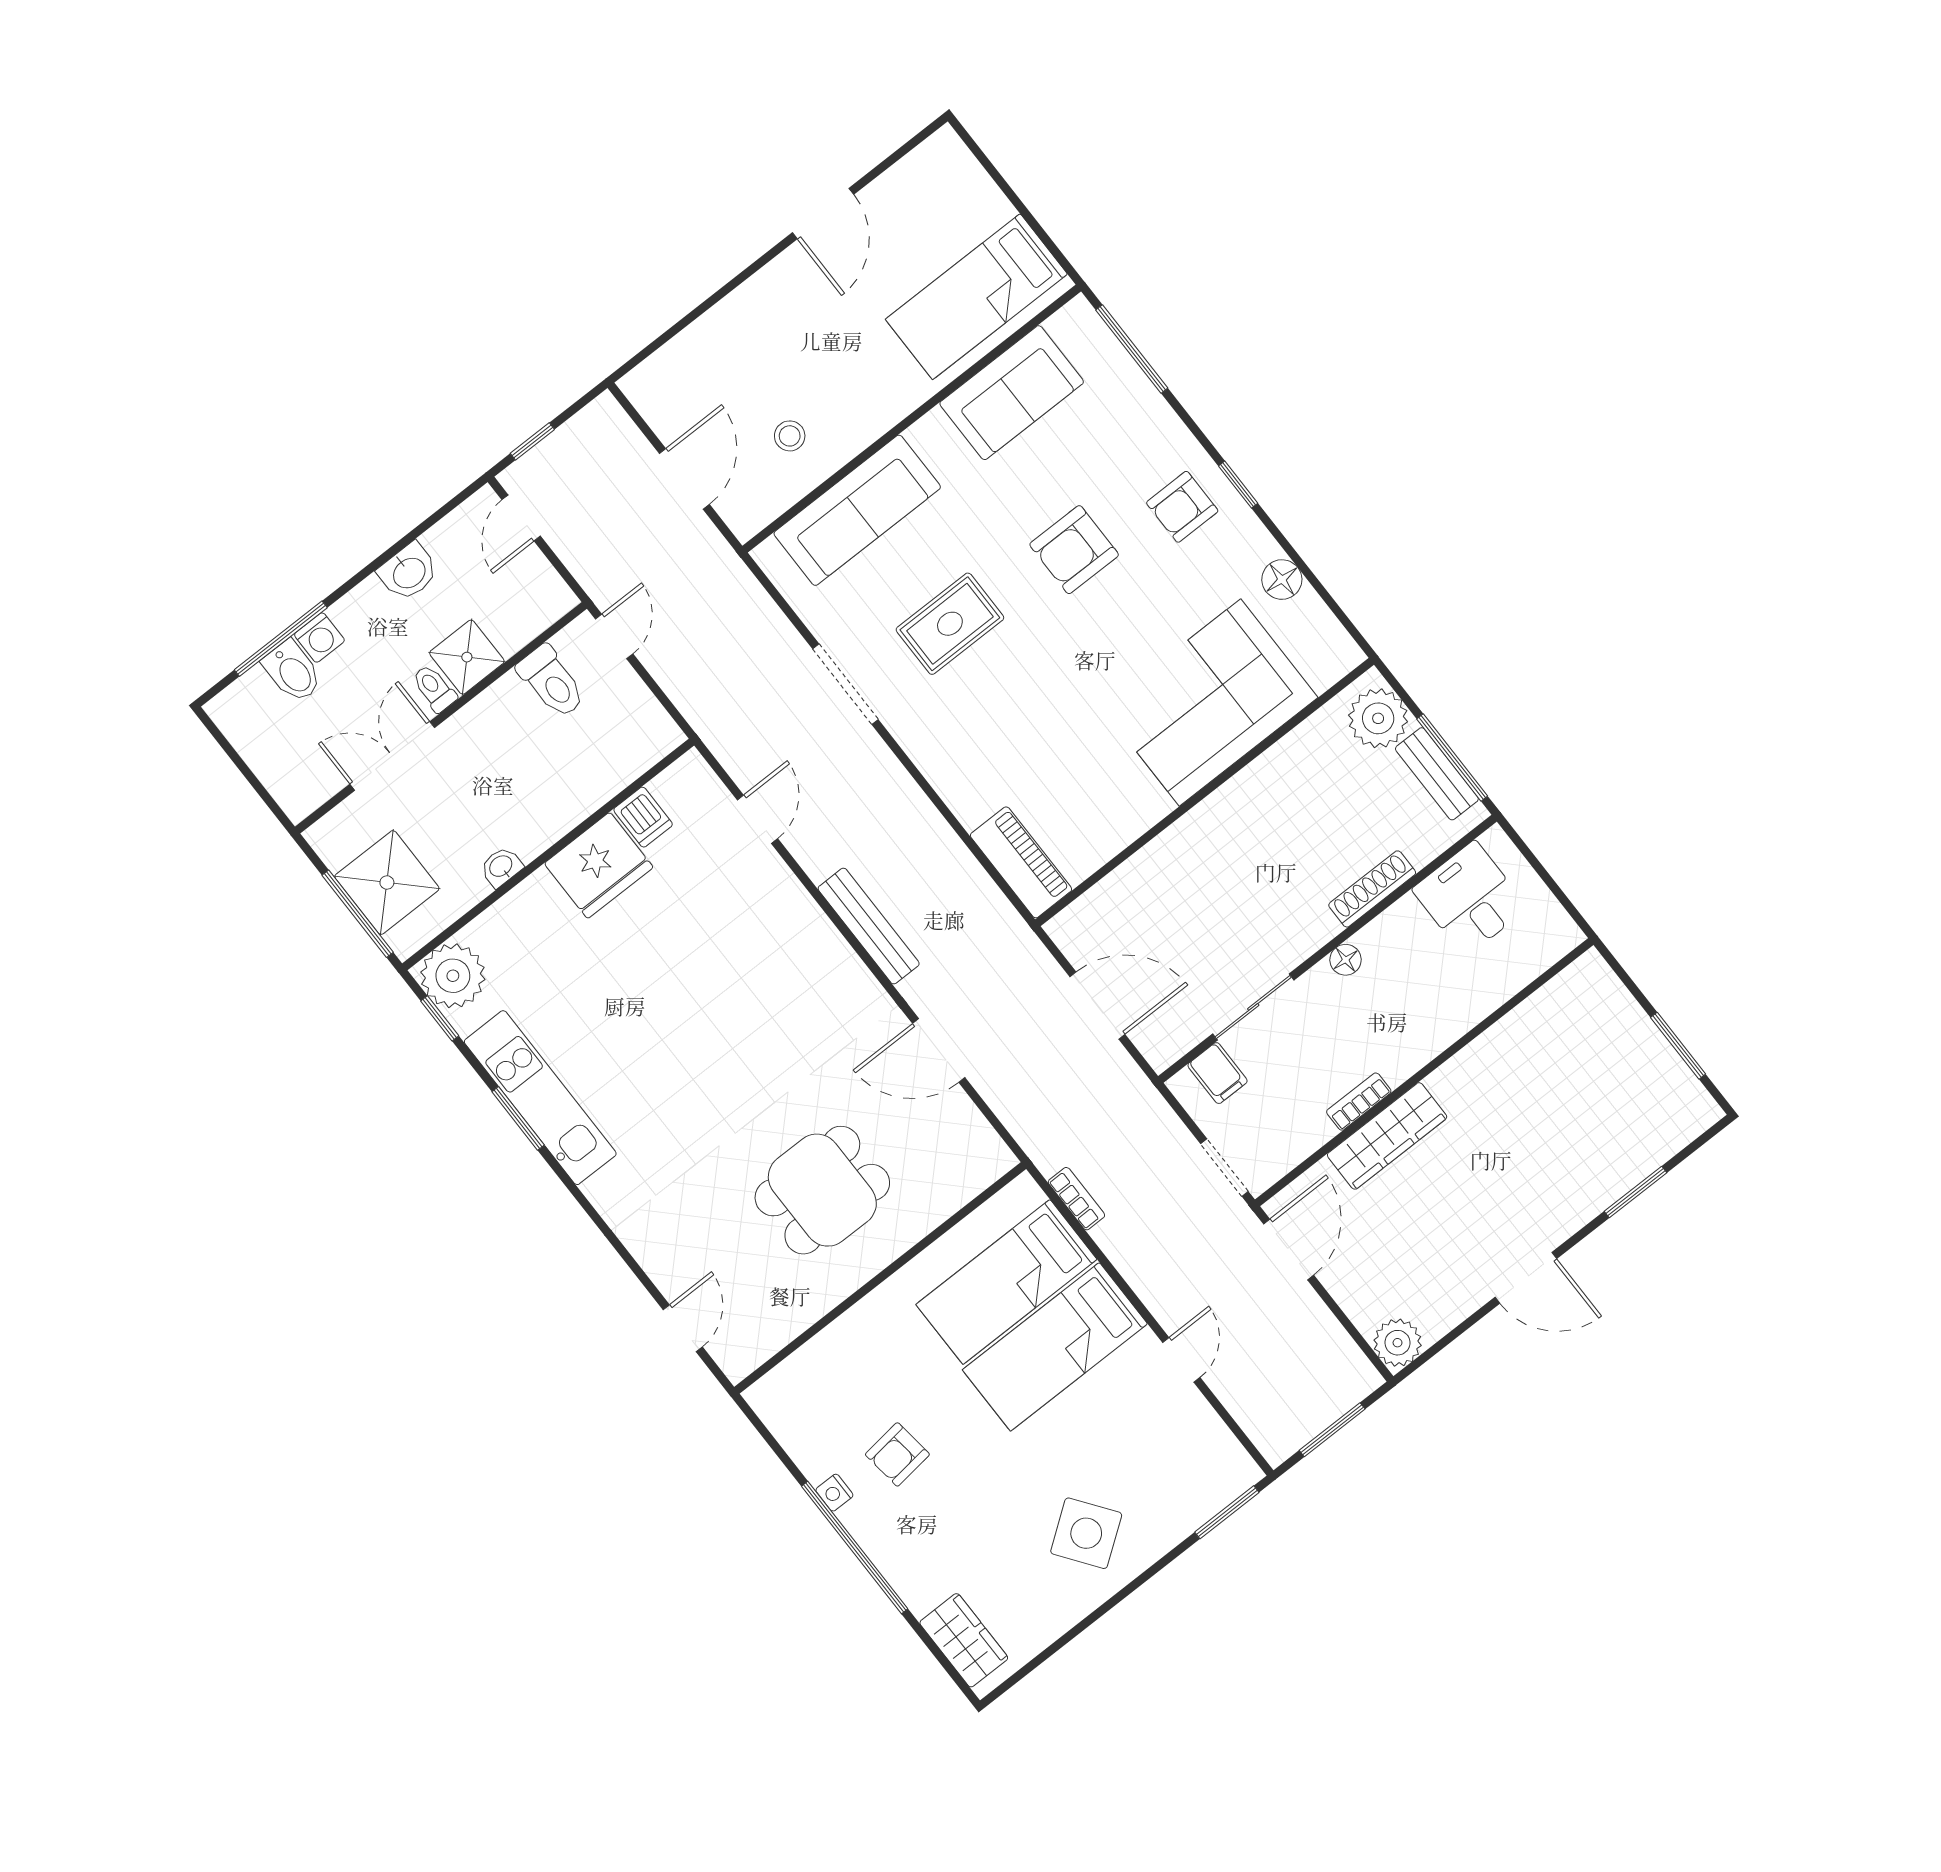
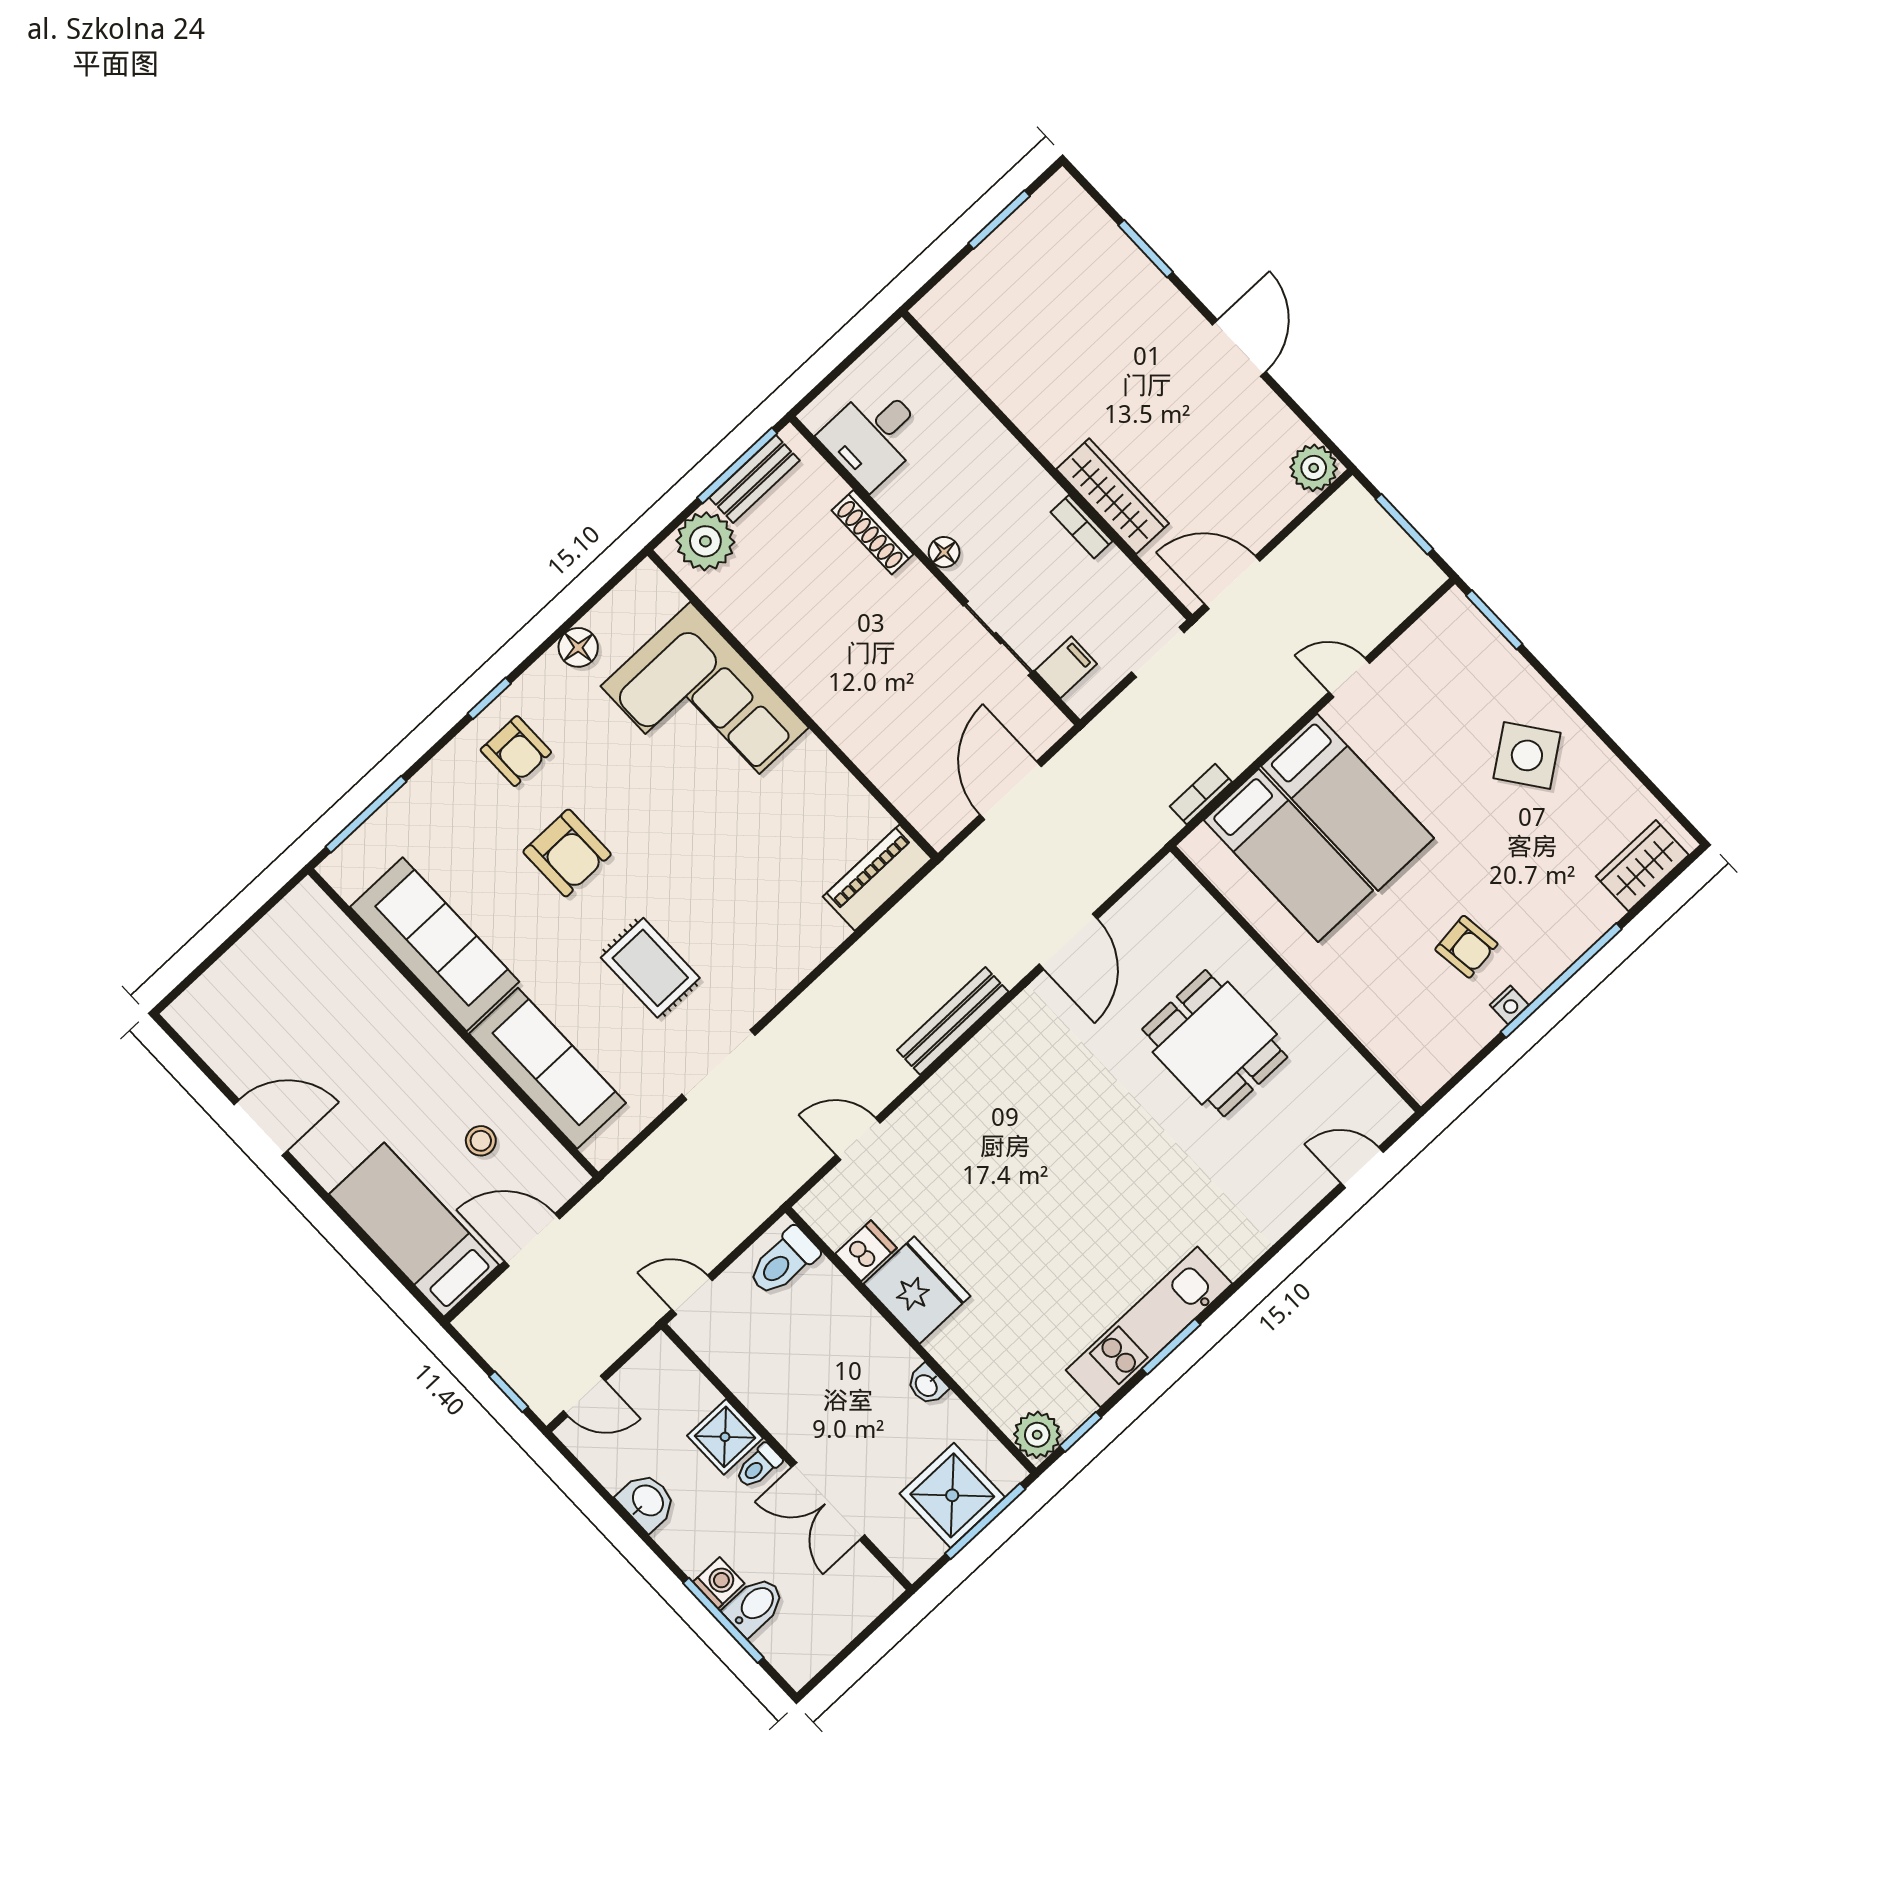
bed: (976, 297) -> (414, 1230), moved, turned 180
sofa: (1012, 393) -> (435, 944), width x1.36
toilet: (552, 682) -> (783, 1262), moved, turned 180
plant: (453, 976) -> (1037, 1435), width x0.73, depth x0.73

